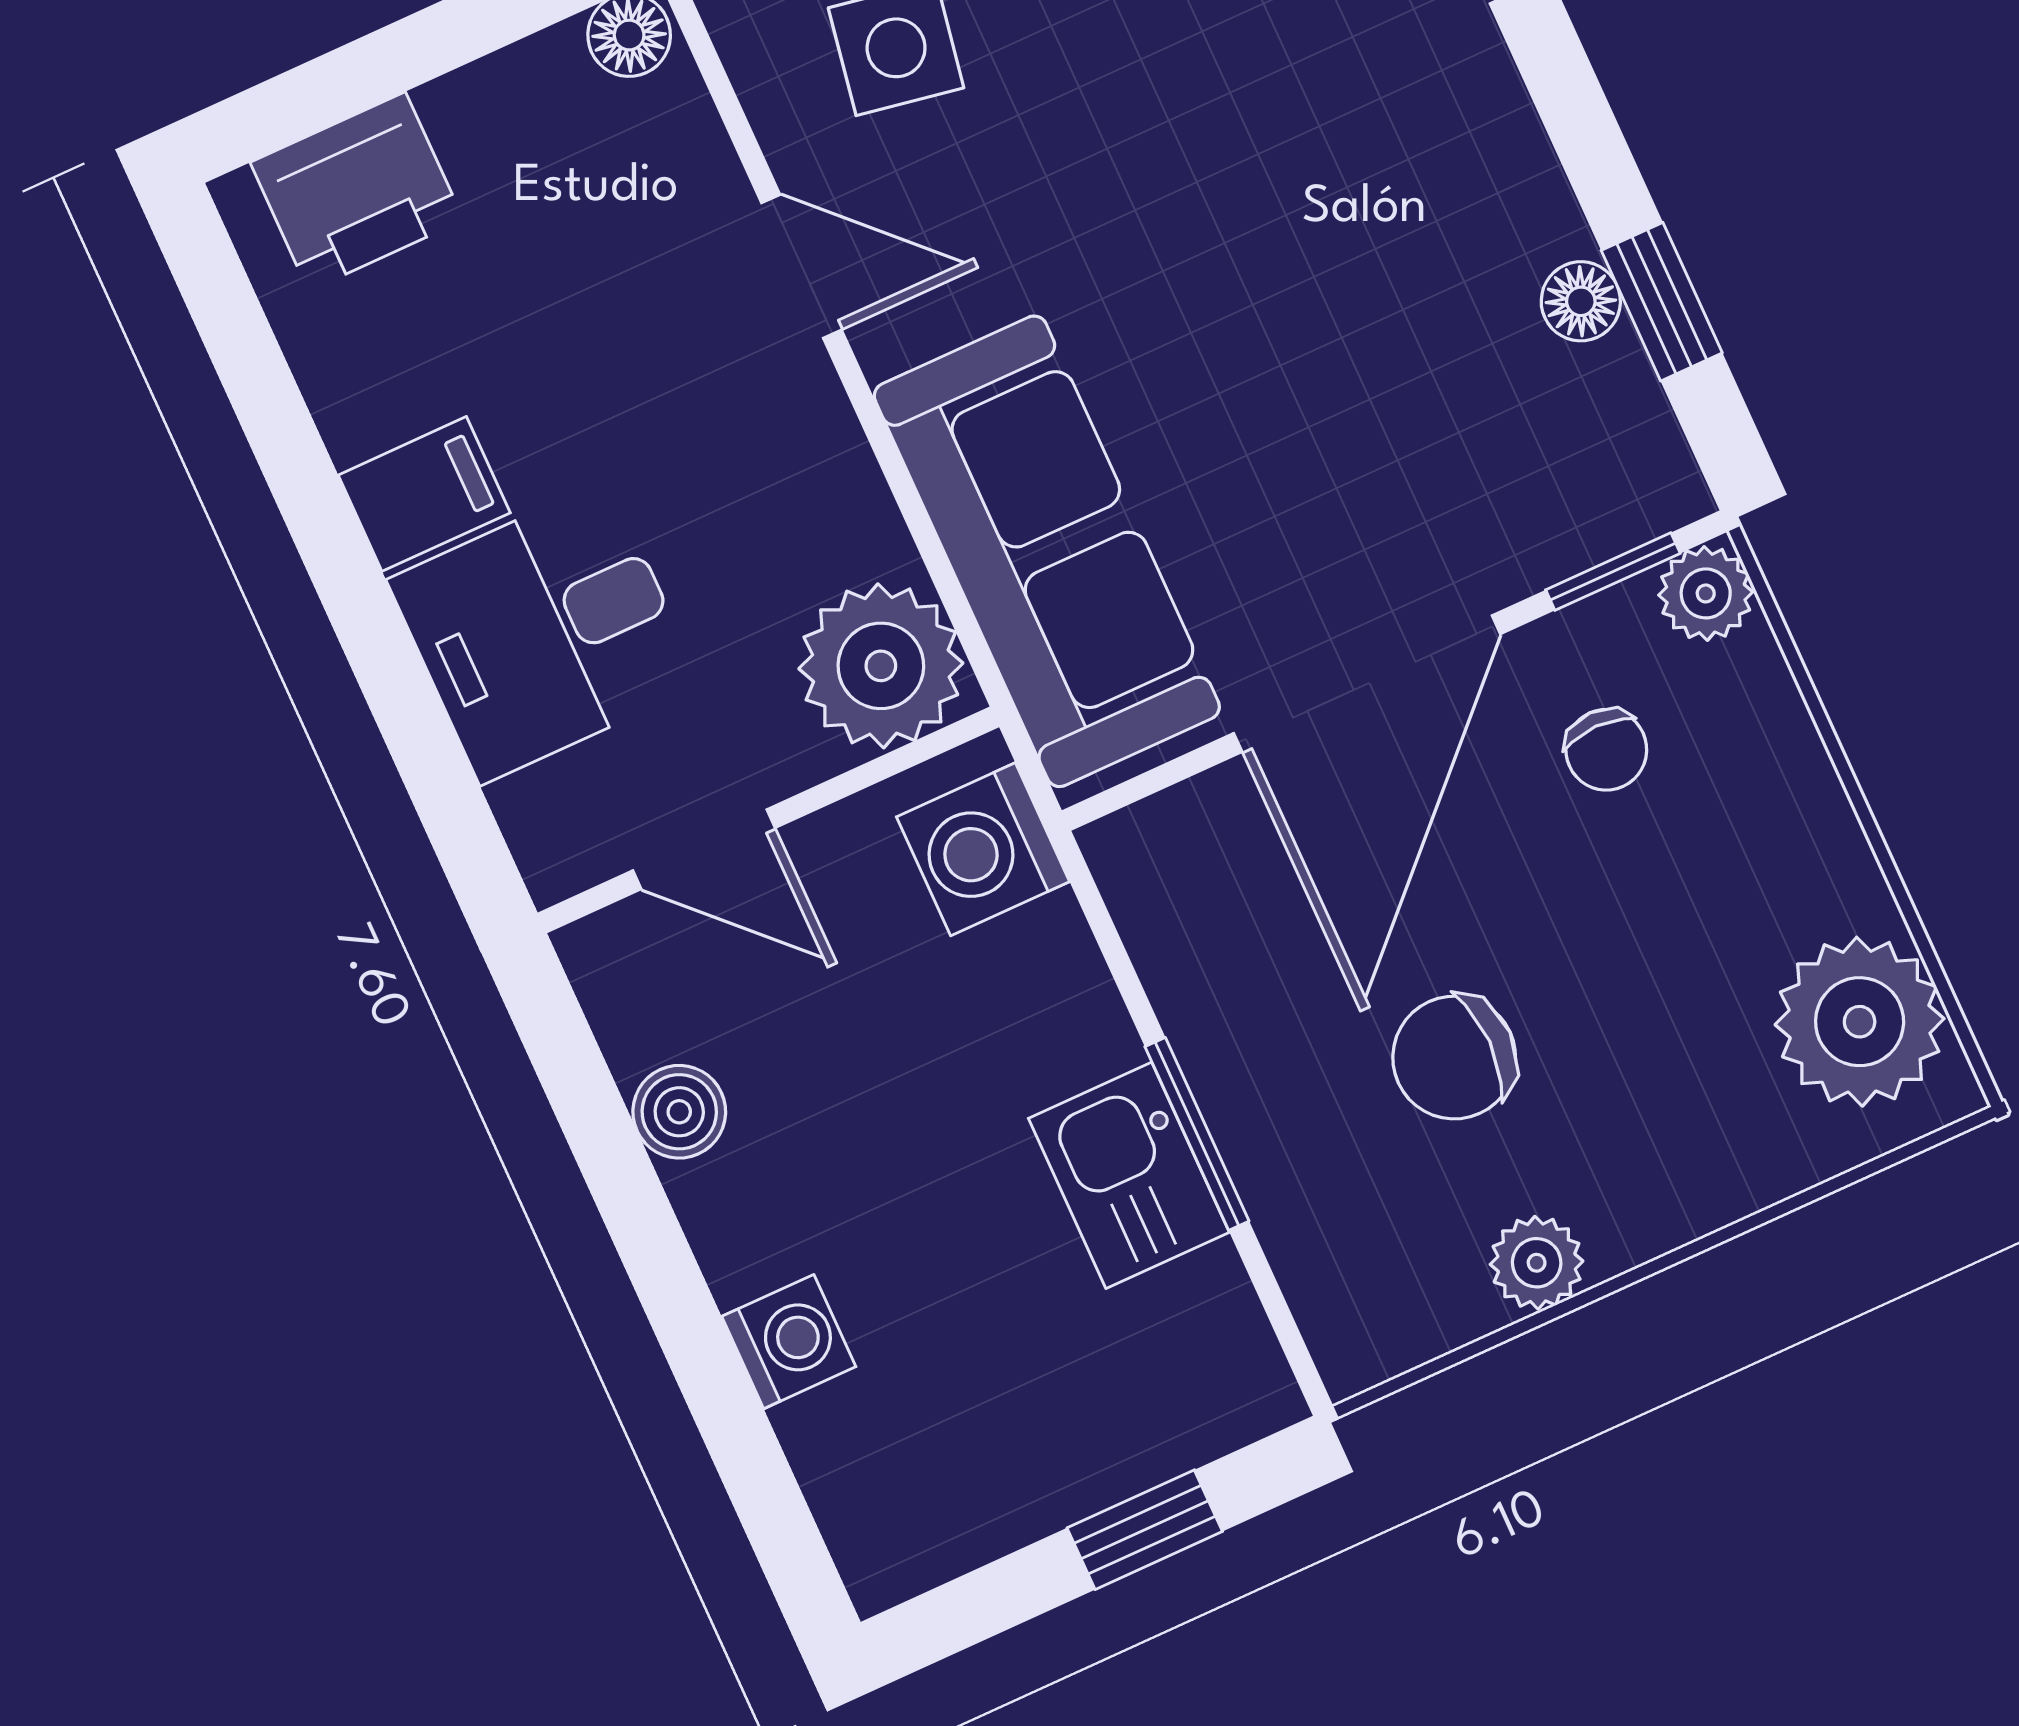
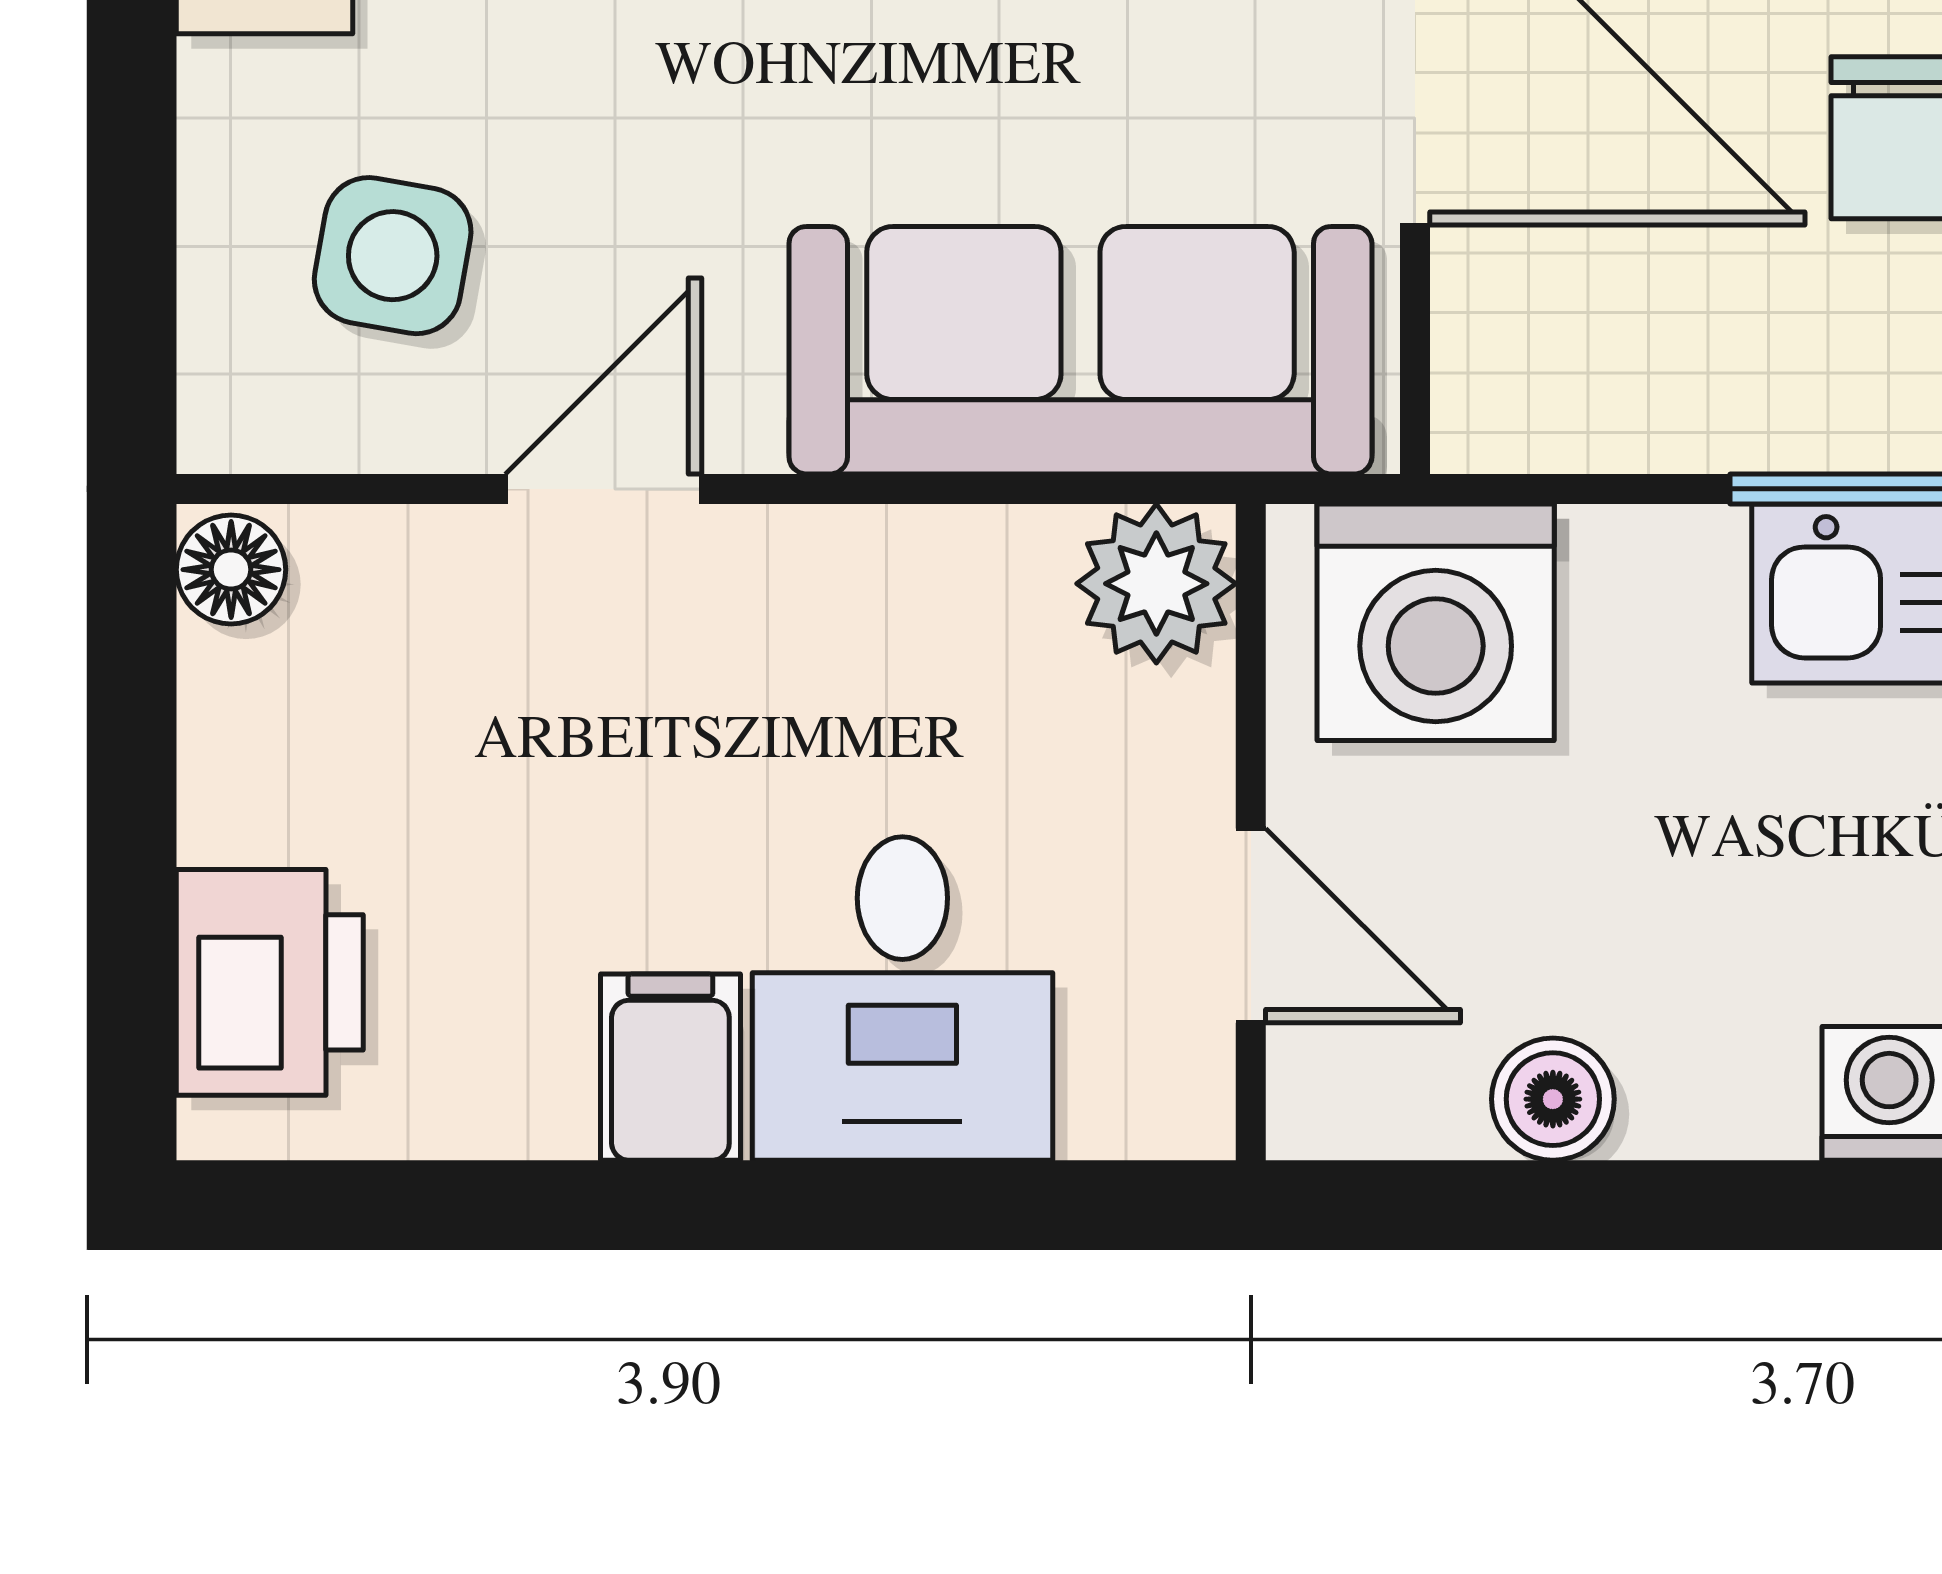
plant: (881, 666) -> (1156, 584), width x0.73, depth x0.73
door: (704, 849) -> (1251, 926), hinge flipped
washing machine: (983, 849) -> (1436, 622), width x1.37, depth x1.37

